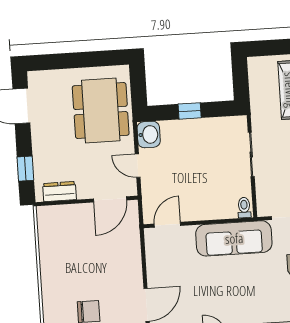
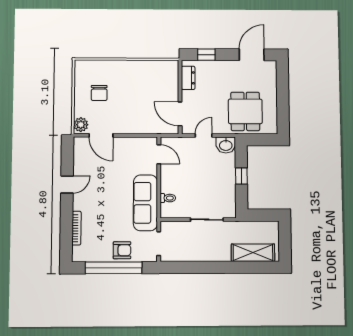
dining table: (101, 111) -> (245, 111), width x0.73
toilet: (244, 208) -> (168, 198), moved

